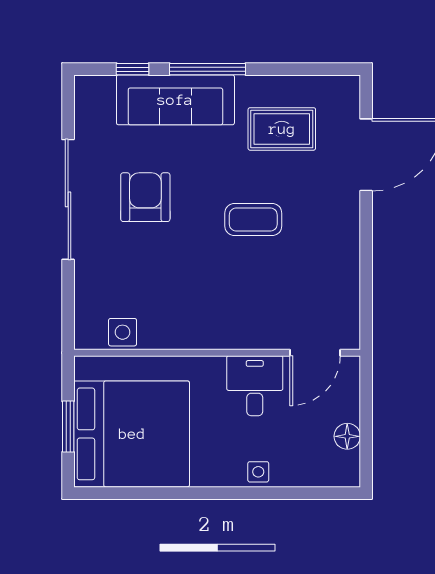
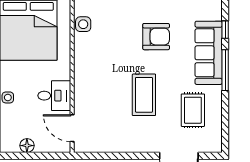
coffee table: (253, 220) -> (144, 95), width x1.36, depth x1.32

